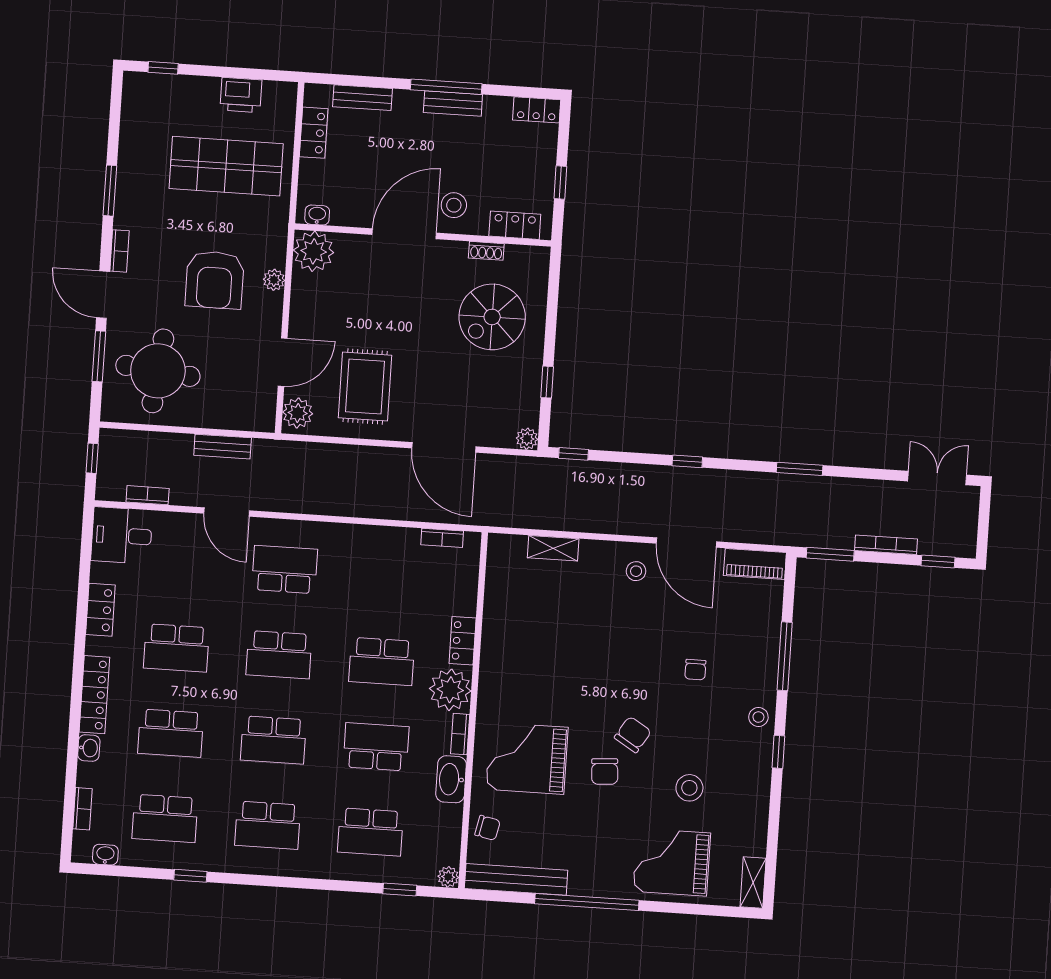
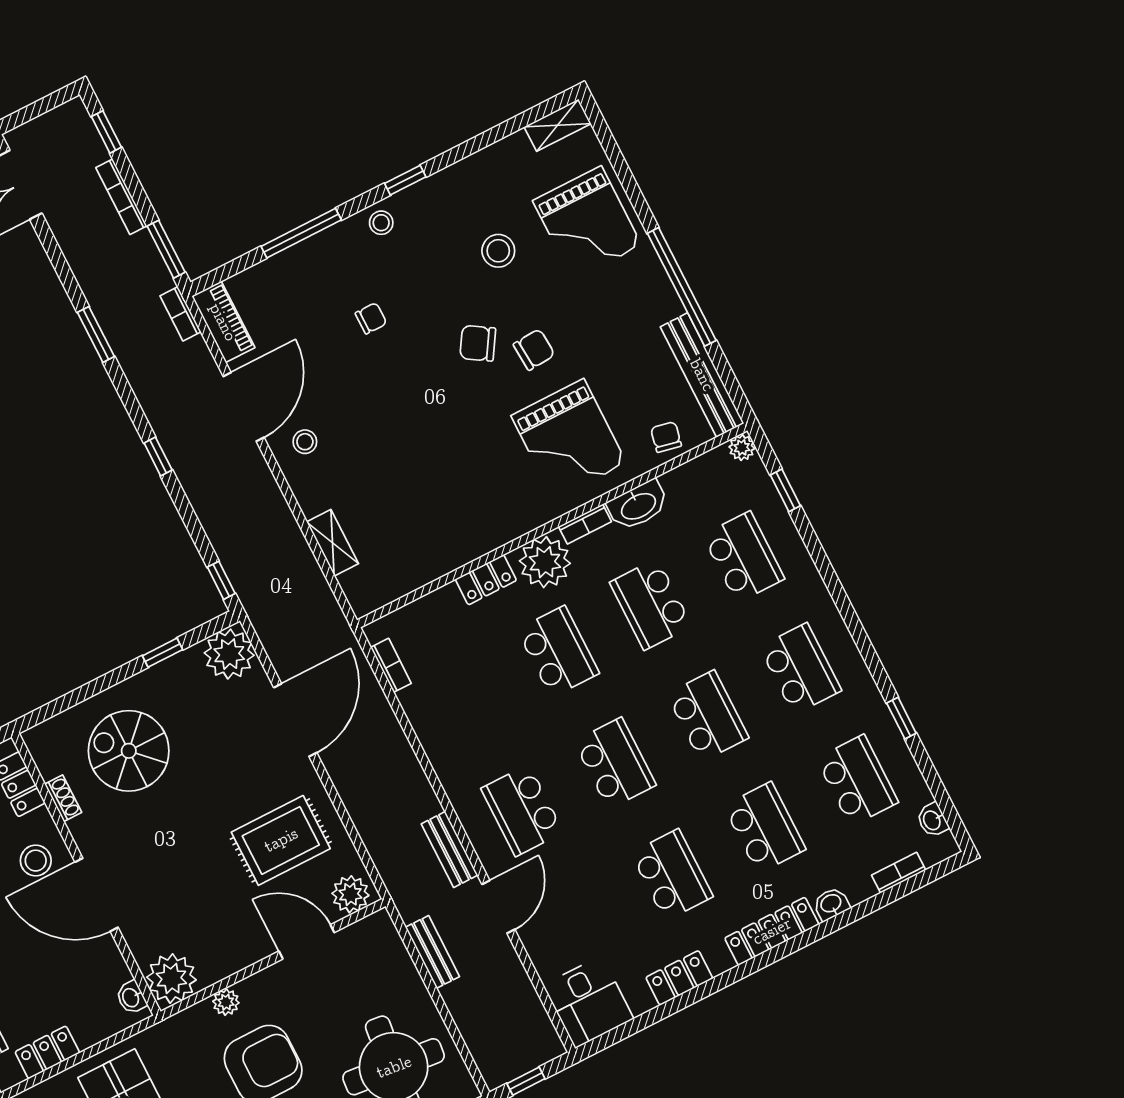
spiral stairs: (492, 317) -> (129, 751), turned 180
plant: (527, 439) -> (229, 654), width x1.87, depth x1.87
bookcase: (148, 495) -> (180, 314), moved
bench: (288, 502) -> (450, 850), added

